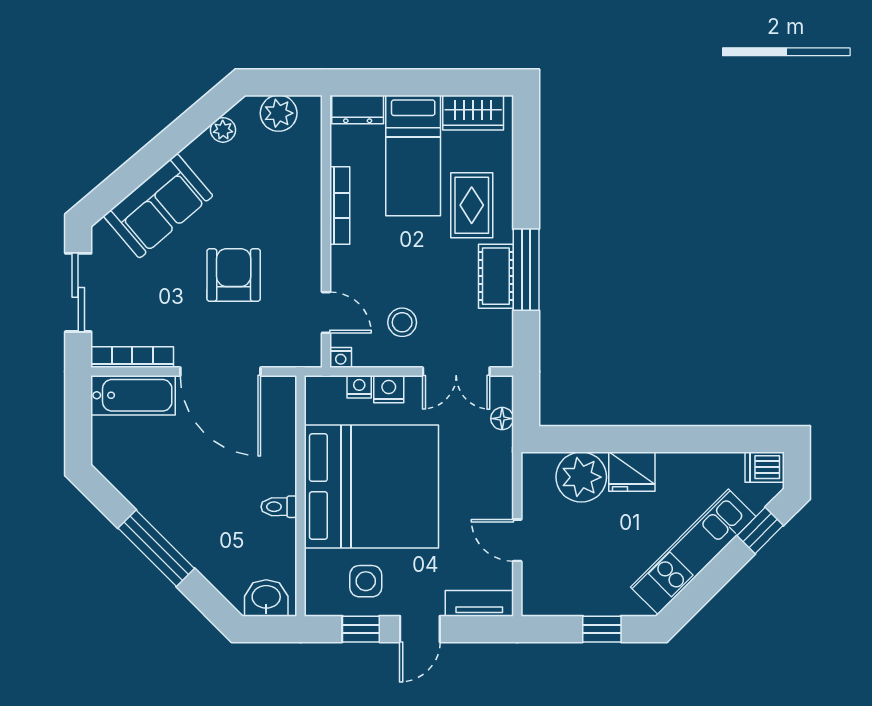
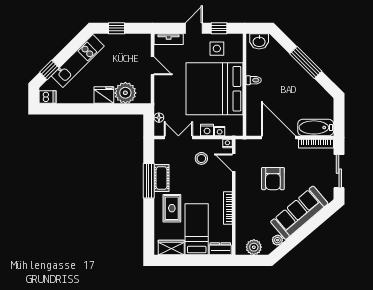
sofa: (158, 206) -> (299, 213), width x1.36

